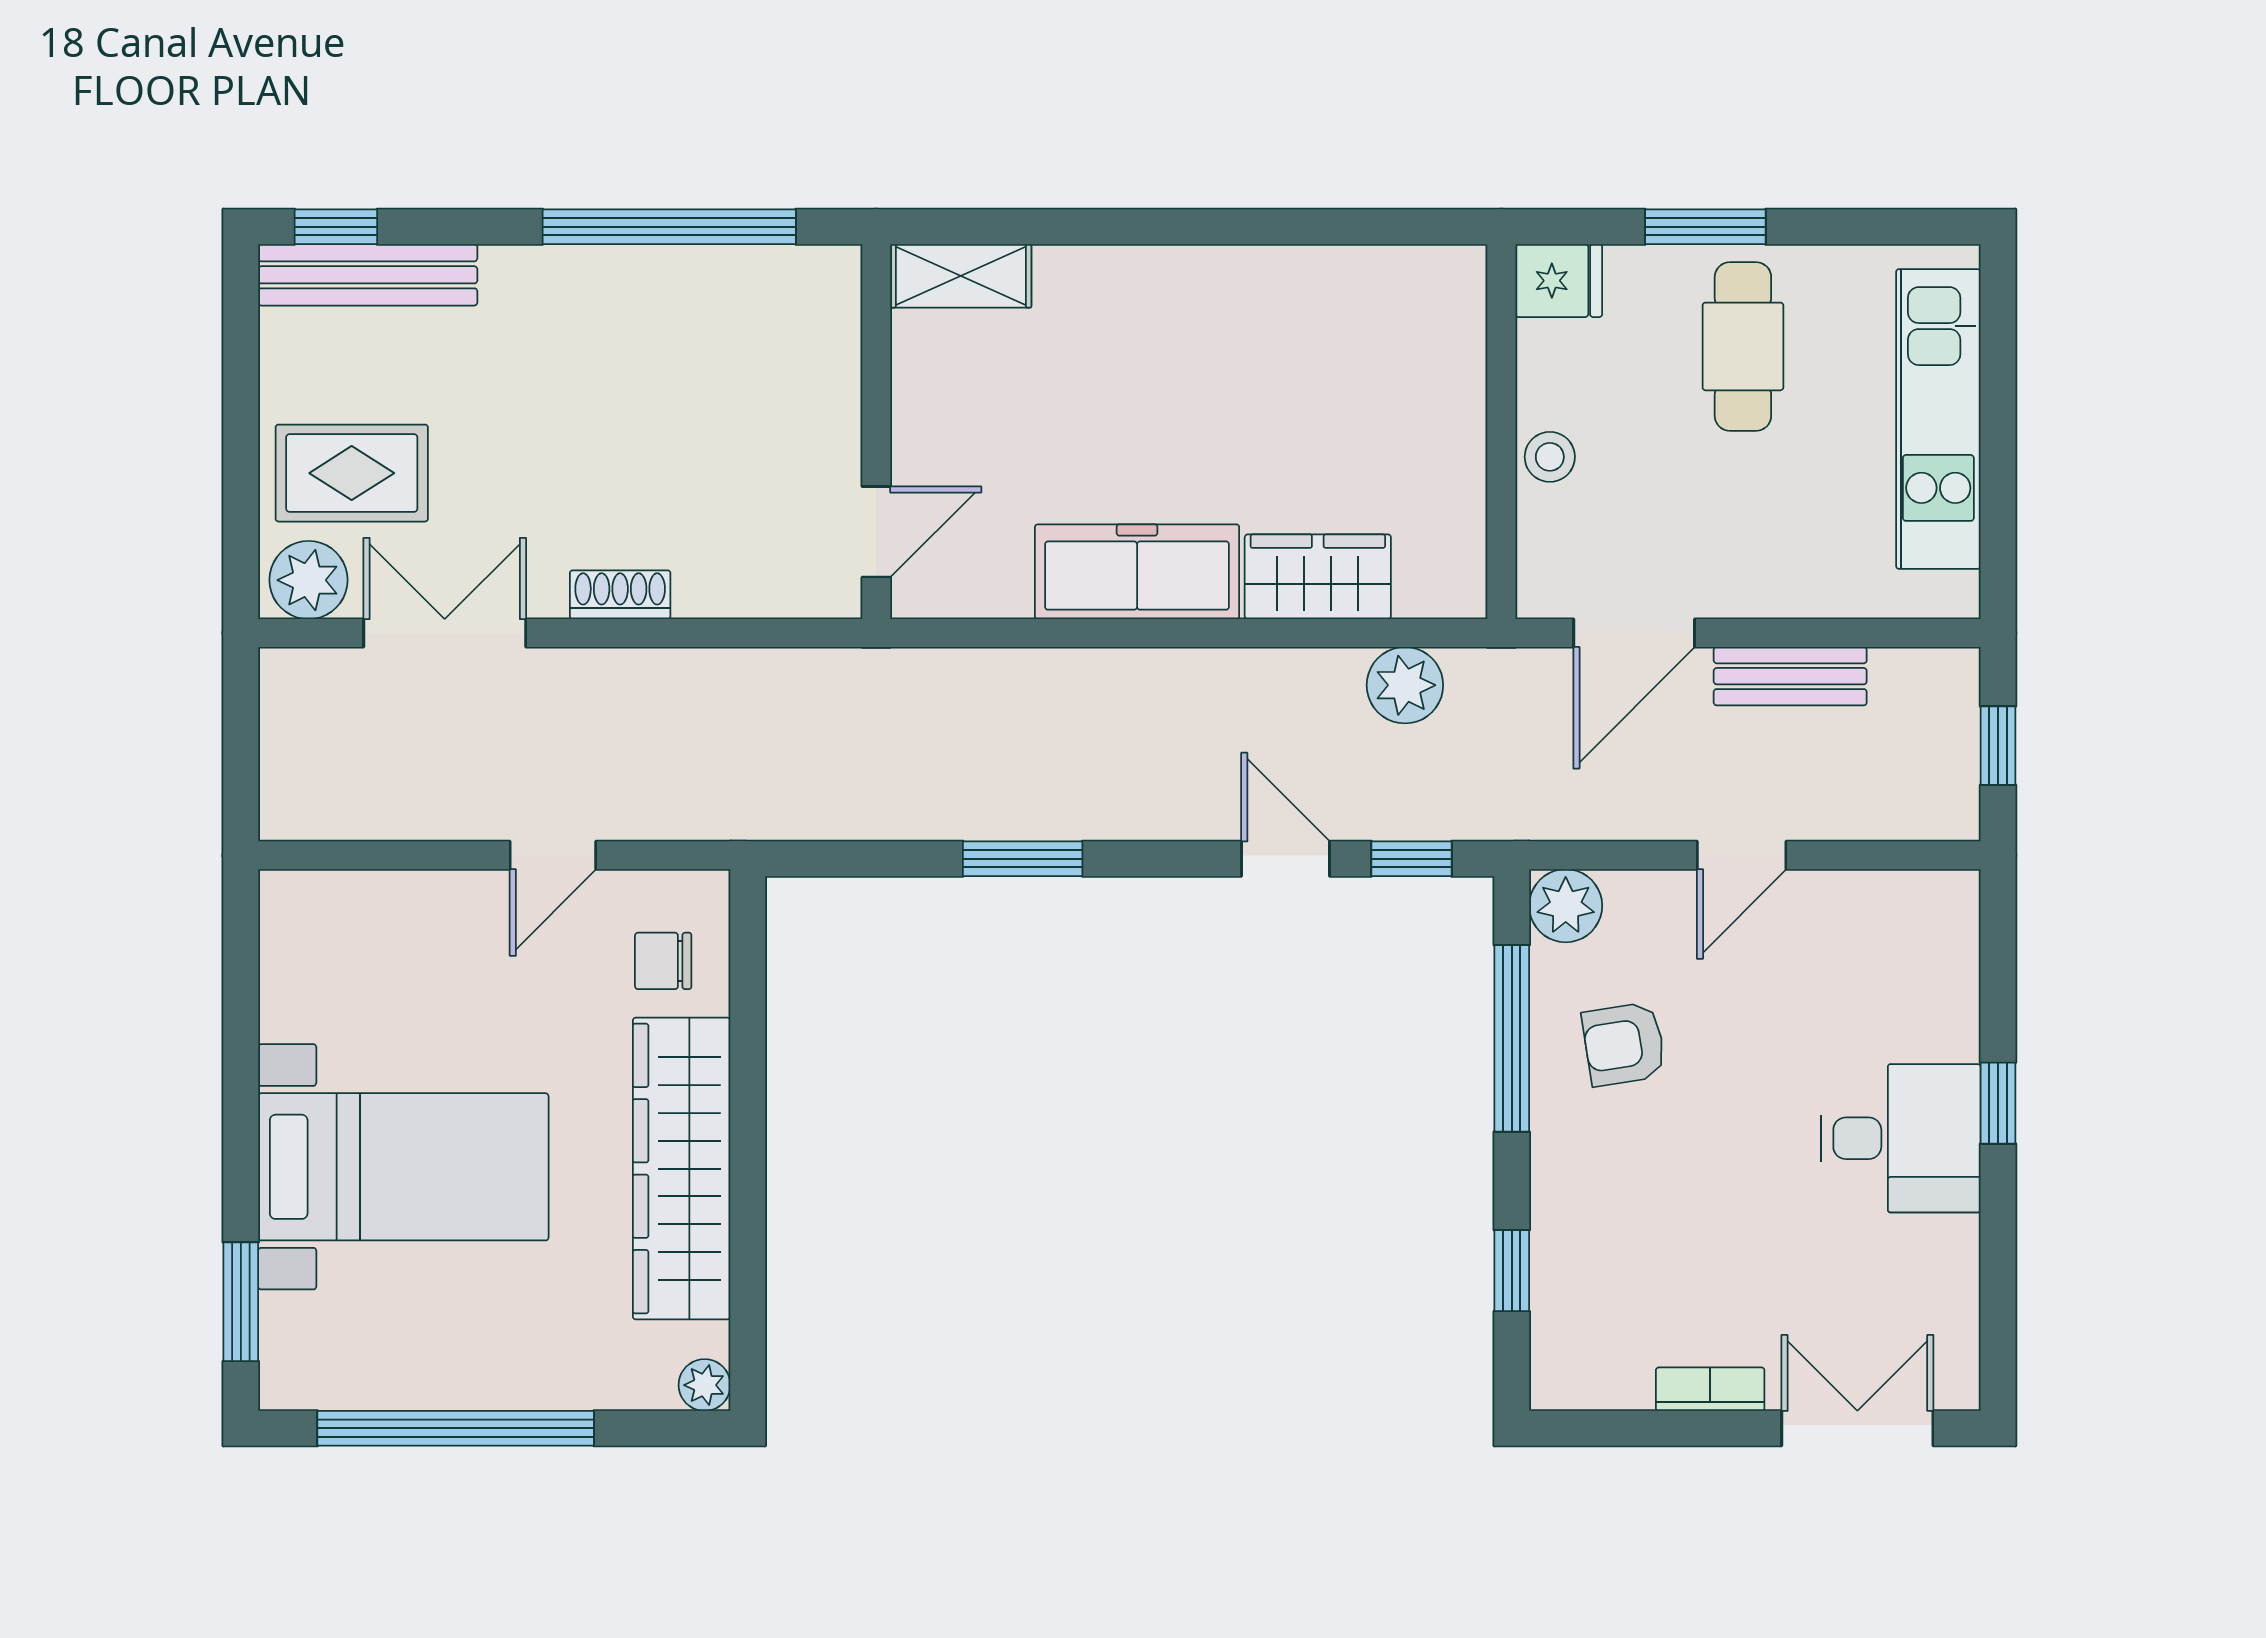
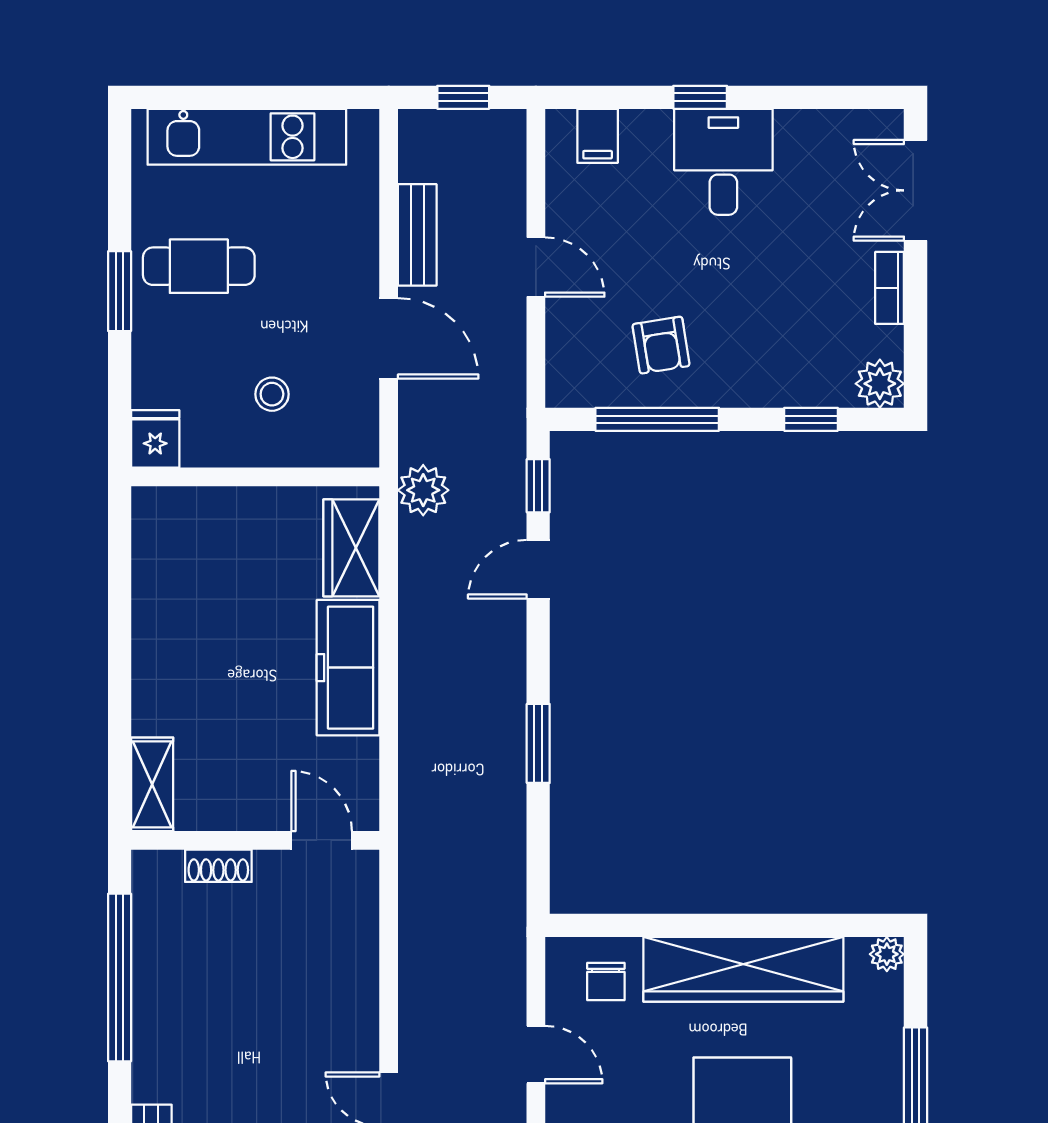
fridge: (1559, 281) -> (155, 439), moved
wall: (1501, 432) -> (255, 477), moved
shoe rack: (620, 595) -> (218, 866), moved, turned -90
plant: (1566, 906) -> (880, 384), moved
filing cabinet: (1940, 948) -> (598, 136), added

